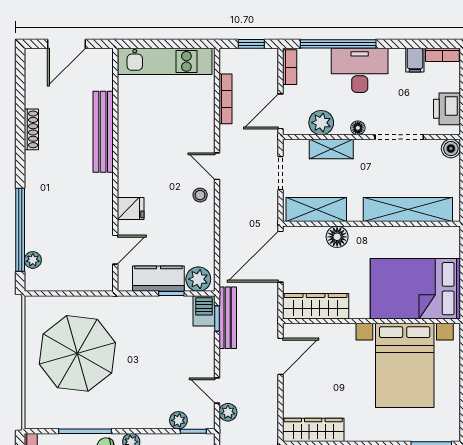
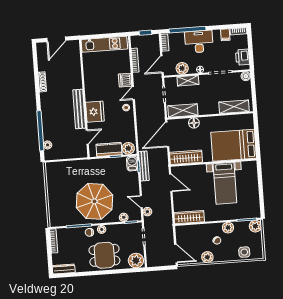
bench: (103, 132) -> (79, 109), moved
dishwasher: (202, 138) -> (125, 80), added
door: (217, 166) -> (133, 93), hinge flipped
fridge: (131, 209) -> (95, 112), width x1.88, depth x1.34
shelving: (408, 210) -> (234, 107), width x0.68
parasol: (77, 353) -> (94, 201), moved
door: (280, 356) -> (171, 183), hinge flipped
bed with nightstands: (405, 365) -> (225, 183), width x0.73

